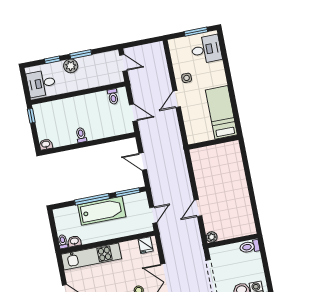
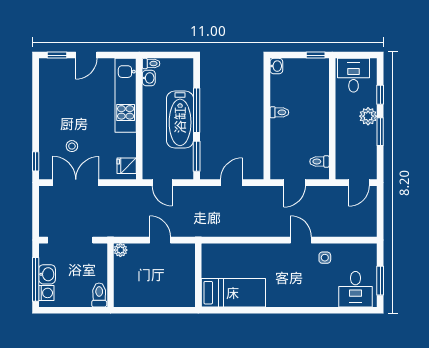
bed: (221, 112) -> (233, 293), moved
wall: (213, 142) -> (198, 275), moved

